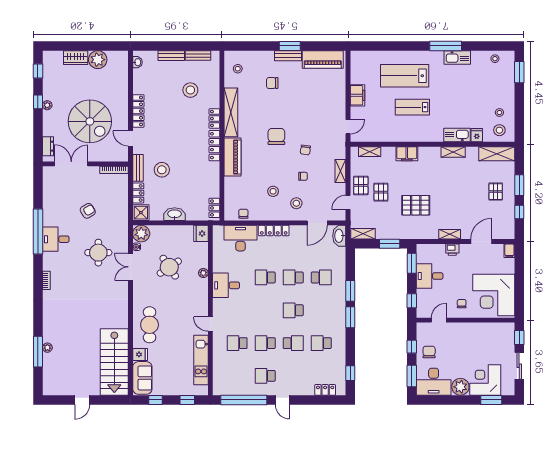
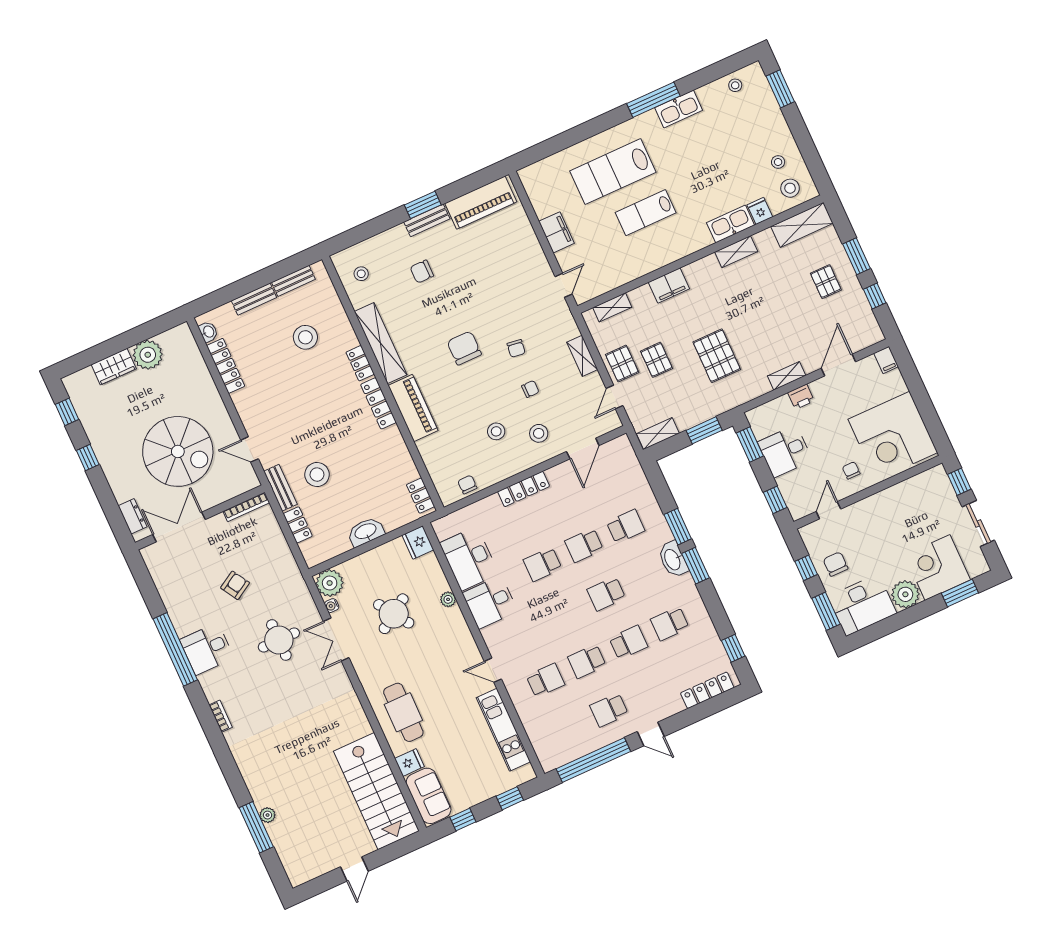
plant: (47, 105) -> (104, 456), removed
locker: (138, 111) -> (226, 366), moved
pallet: (416, 205) -> (717, 356), turned 90
shower: (141, 213) -> (315, 552), removed
washbasin: (339, 236) -> (673, 559), moved
desk: (240, 238) -> (469, 559), moved, turned -90
school desk: (237, 343) -> (545, 680), turned 180
locker: (325, 390) -> (707, 690), width x1.53

